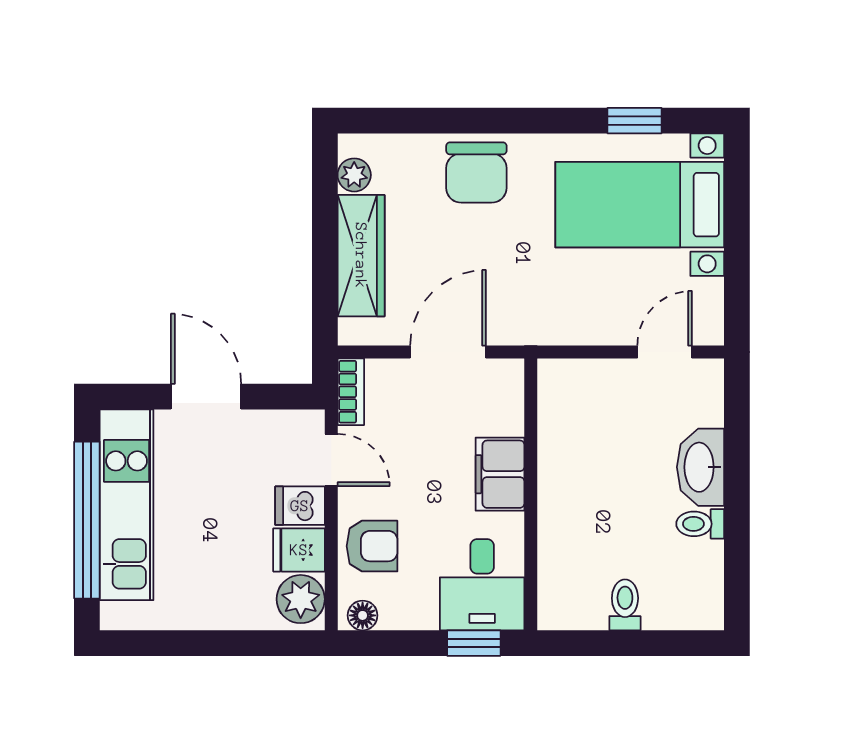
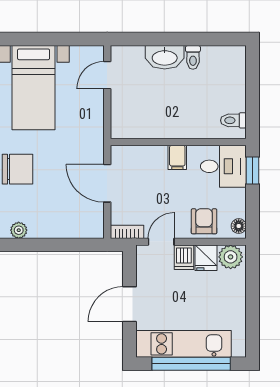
wardrobe: (361, 256) -> (59, 227), removed
door: (665, 352) -> (107, 75), hinge flipped
filing cabinet: (500, 474) -> (177, 157), width x0.50
toilet: (625, 605) -> (233, 120), moved

